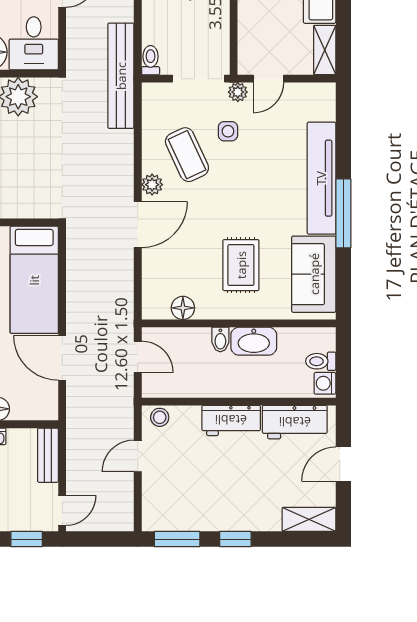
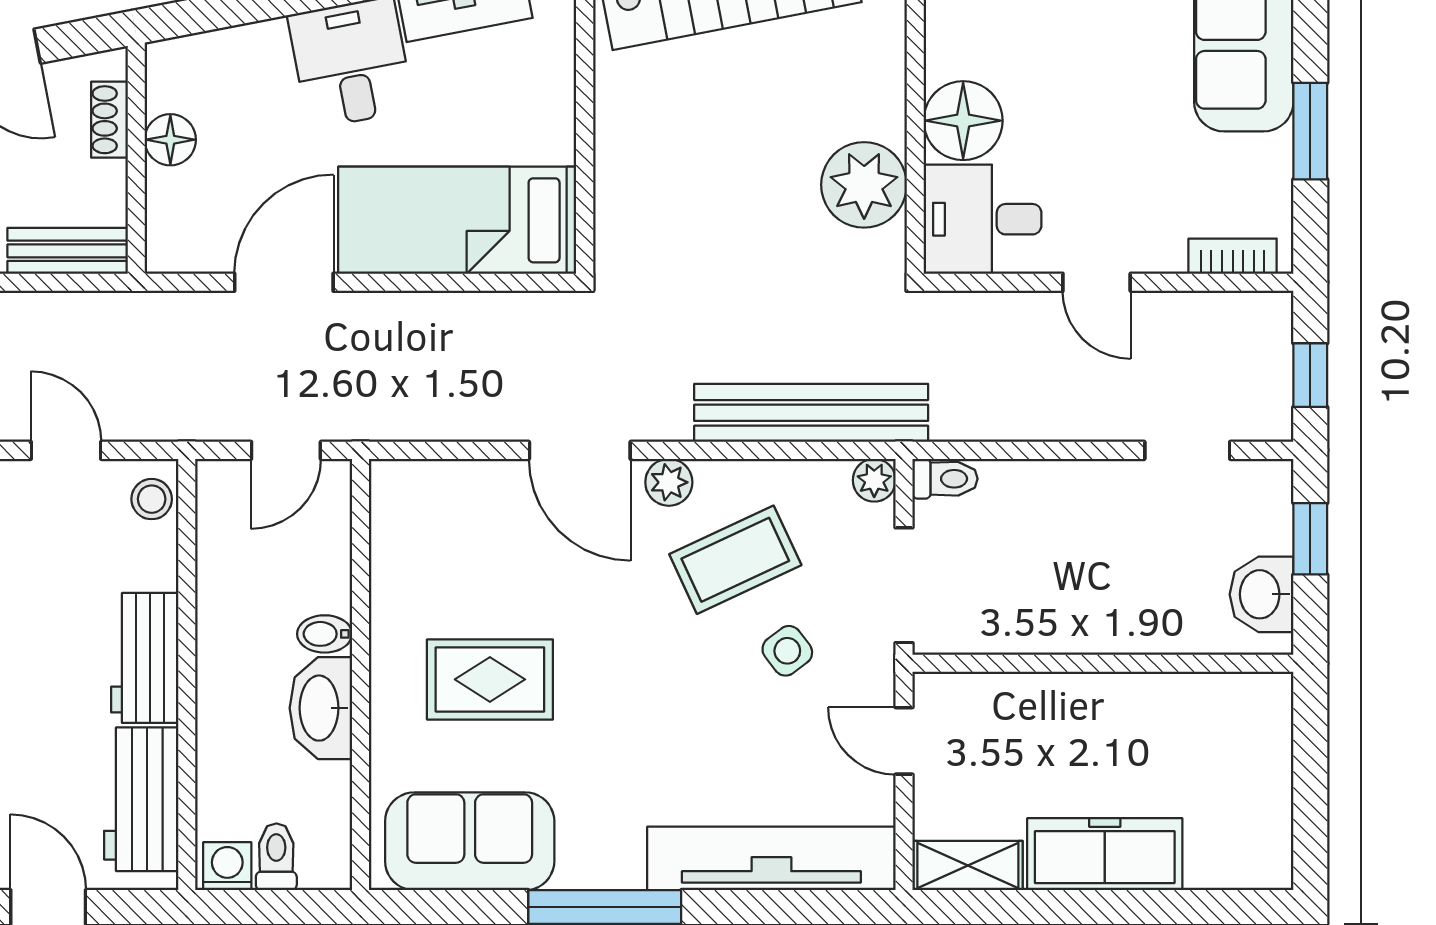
bench: (121, 76) -> (811, 413), moved
plant: (238, 92) -> (874, 480), moved
side table: (228, 131) -> (787, 651), turned -37
tv unit: (321, 178) -> (771, 858), moved
floor lamp: (183, 308) -> (395, 551), removed

